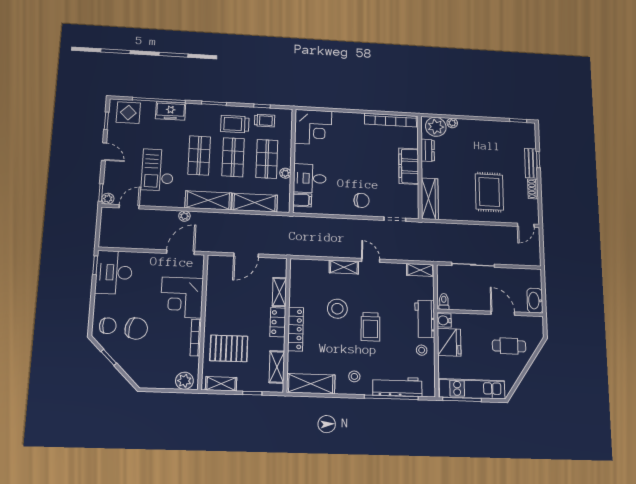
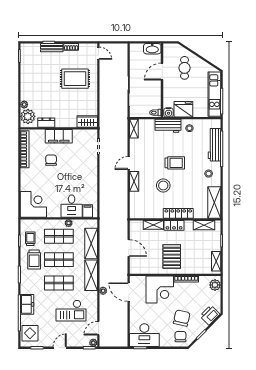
wardrobe: (430, 199) -> (87, 121), width x0.67
chair: (361, 200) -> (51, 160), moved
door: (129, 207) -> (98, 328), hinge flipped
pallet: (229, 348) -> (172, 256), moved
printer: (138, 371) -> (210, 315), added

